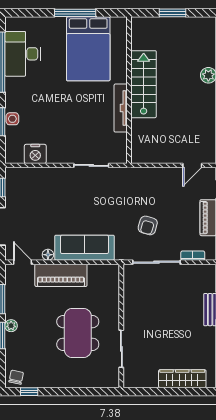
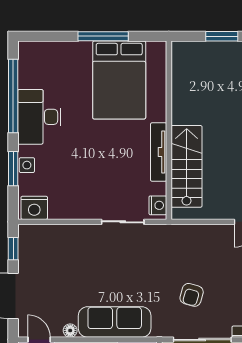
desk: (23, 54) -> (39, 117), moved
stairs: (144, 84) -> (187, 166), moved
nightstand: (120, 152) -> (158, 205), added
nightstand: (35, 154) -> (34, 208), moved

